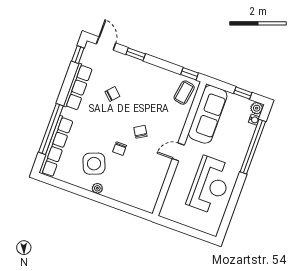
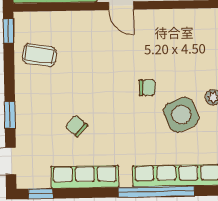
coffee table: (184, 93) -> (39, 55), moved
chair: (140, 132) -> (113, 68), removed

